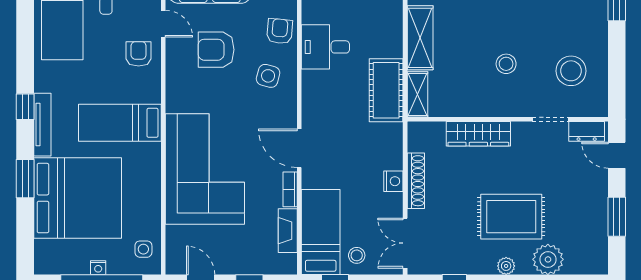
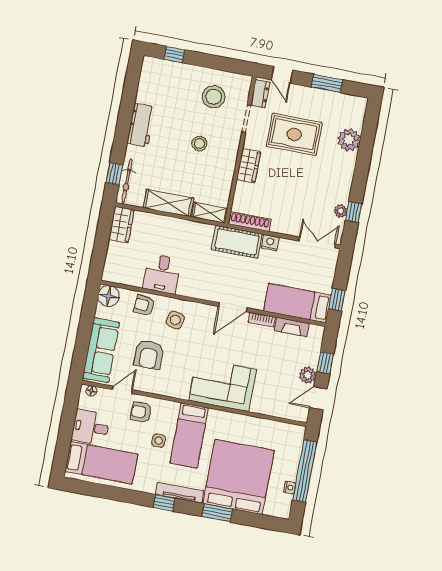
cot: (386, 90) -> (237, 242), moved
wardrobe: (478, 134) -> (249, 166), width x0.67
door: (617, 155) -> (282, 75), hinge flipped
corner sofa: (205, 169) -> (223, 385), width x0.73, depth x0.74
shoe rack: (416, 181) -> (250, 222), moved
rug: (511, 217) -> (294, 134), moved, turned 90
double door: (405, 243) -> (317, 243), swing flipped
side table: (143, 249) -> (159, 441), moved
stool: (357, 255) -> (319, 280), removed
plant: (229, 263) -> (308, 375), added
plant: (506, 266) -> (341, 211), moved
nightstand: (98, 268) -> (290, 488), moved

